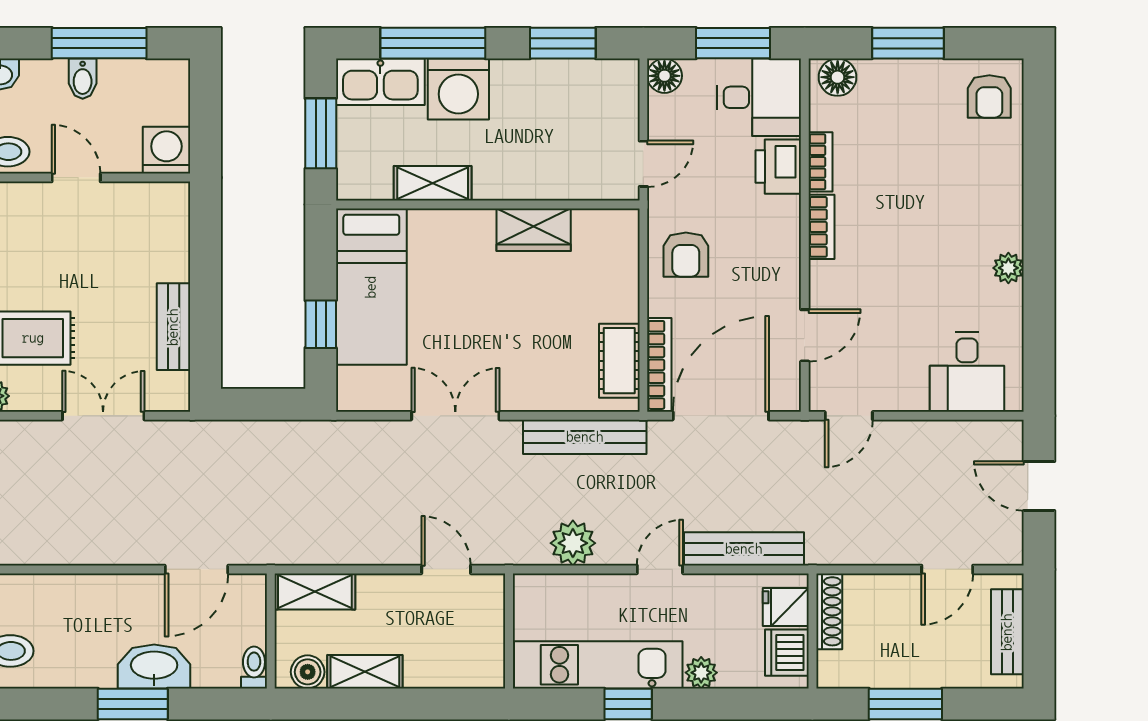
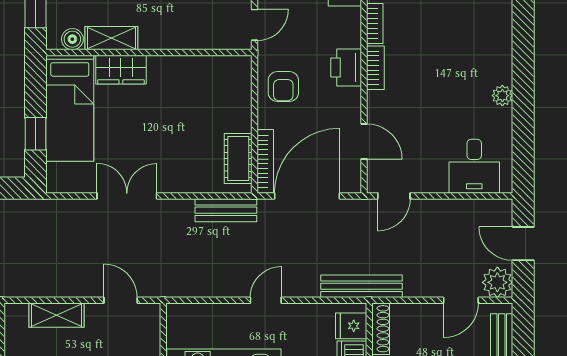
printer: (778, 167) -> (346, 68), moved
boiler: (375, 185) -> (72, 39), added
wardrobe: (534, 230) -> (121, 70), moved
door: (805, 335) -> (364, 141), hinge flipped
bench: (585, 437) -> (226, 210), width x0.73
plant: (573, 543) -> (497, 282), moved
bench: (744, 549) -> (362, 286), moved
shelving: (315, 591) -> (57, 315), moved

